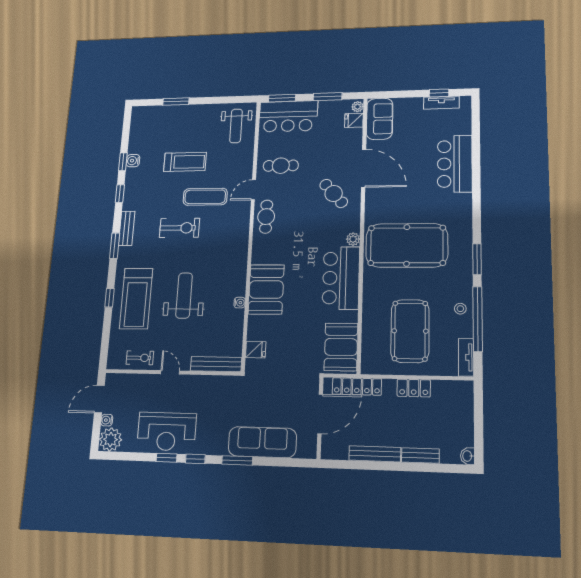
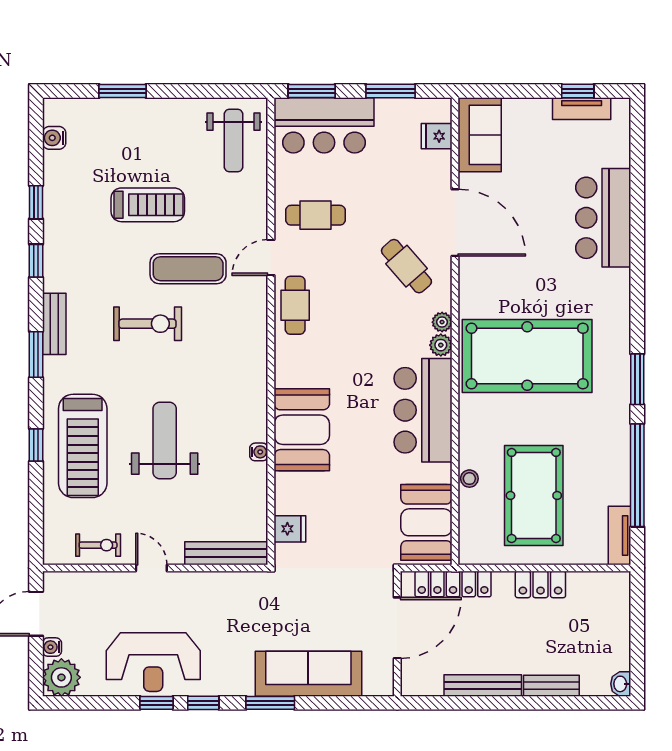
plant: (357, 107) -> (442, 322), moved
water cooler: (133, 161) -> (54, 138), moved
stool: (460, 309) -> (469, 479), moved

